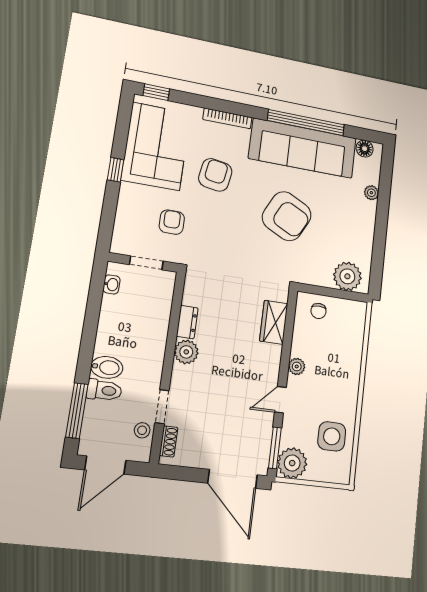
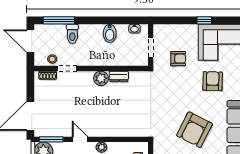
armchair: (215, 175) -> (213, 81), turned -98
wardrobe: (274, 322) -> (126, 129), removed
bidet: (107, 367) -> (110, 33), moved

